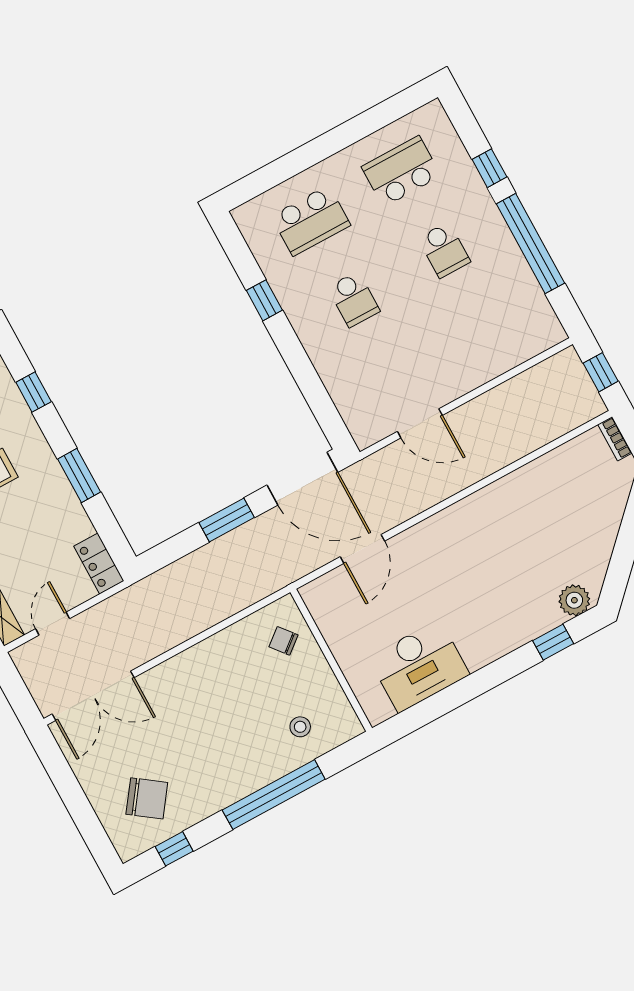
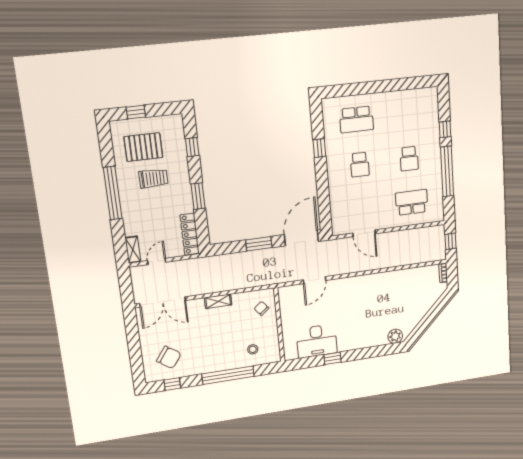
school desk: (401, 171) -> (412, 202), moved
door: (302, 479) -> (301, 238), swing flipped
locker: (99, 564) -> (190, 234), width x1.53
window: (553, 642) -> (333, 358), moved
shelving: (195, 657) -> (218, 301), added

